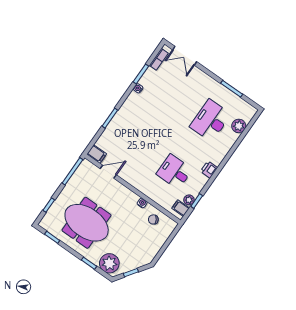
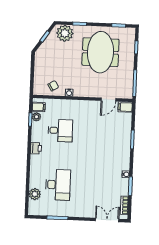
meeting table: (87, 223) -> (100, 52), turned 90

